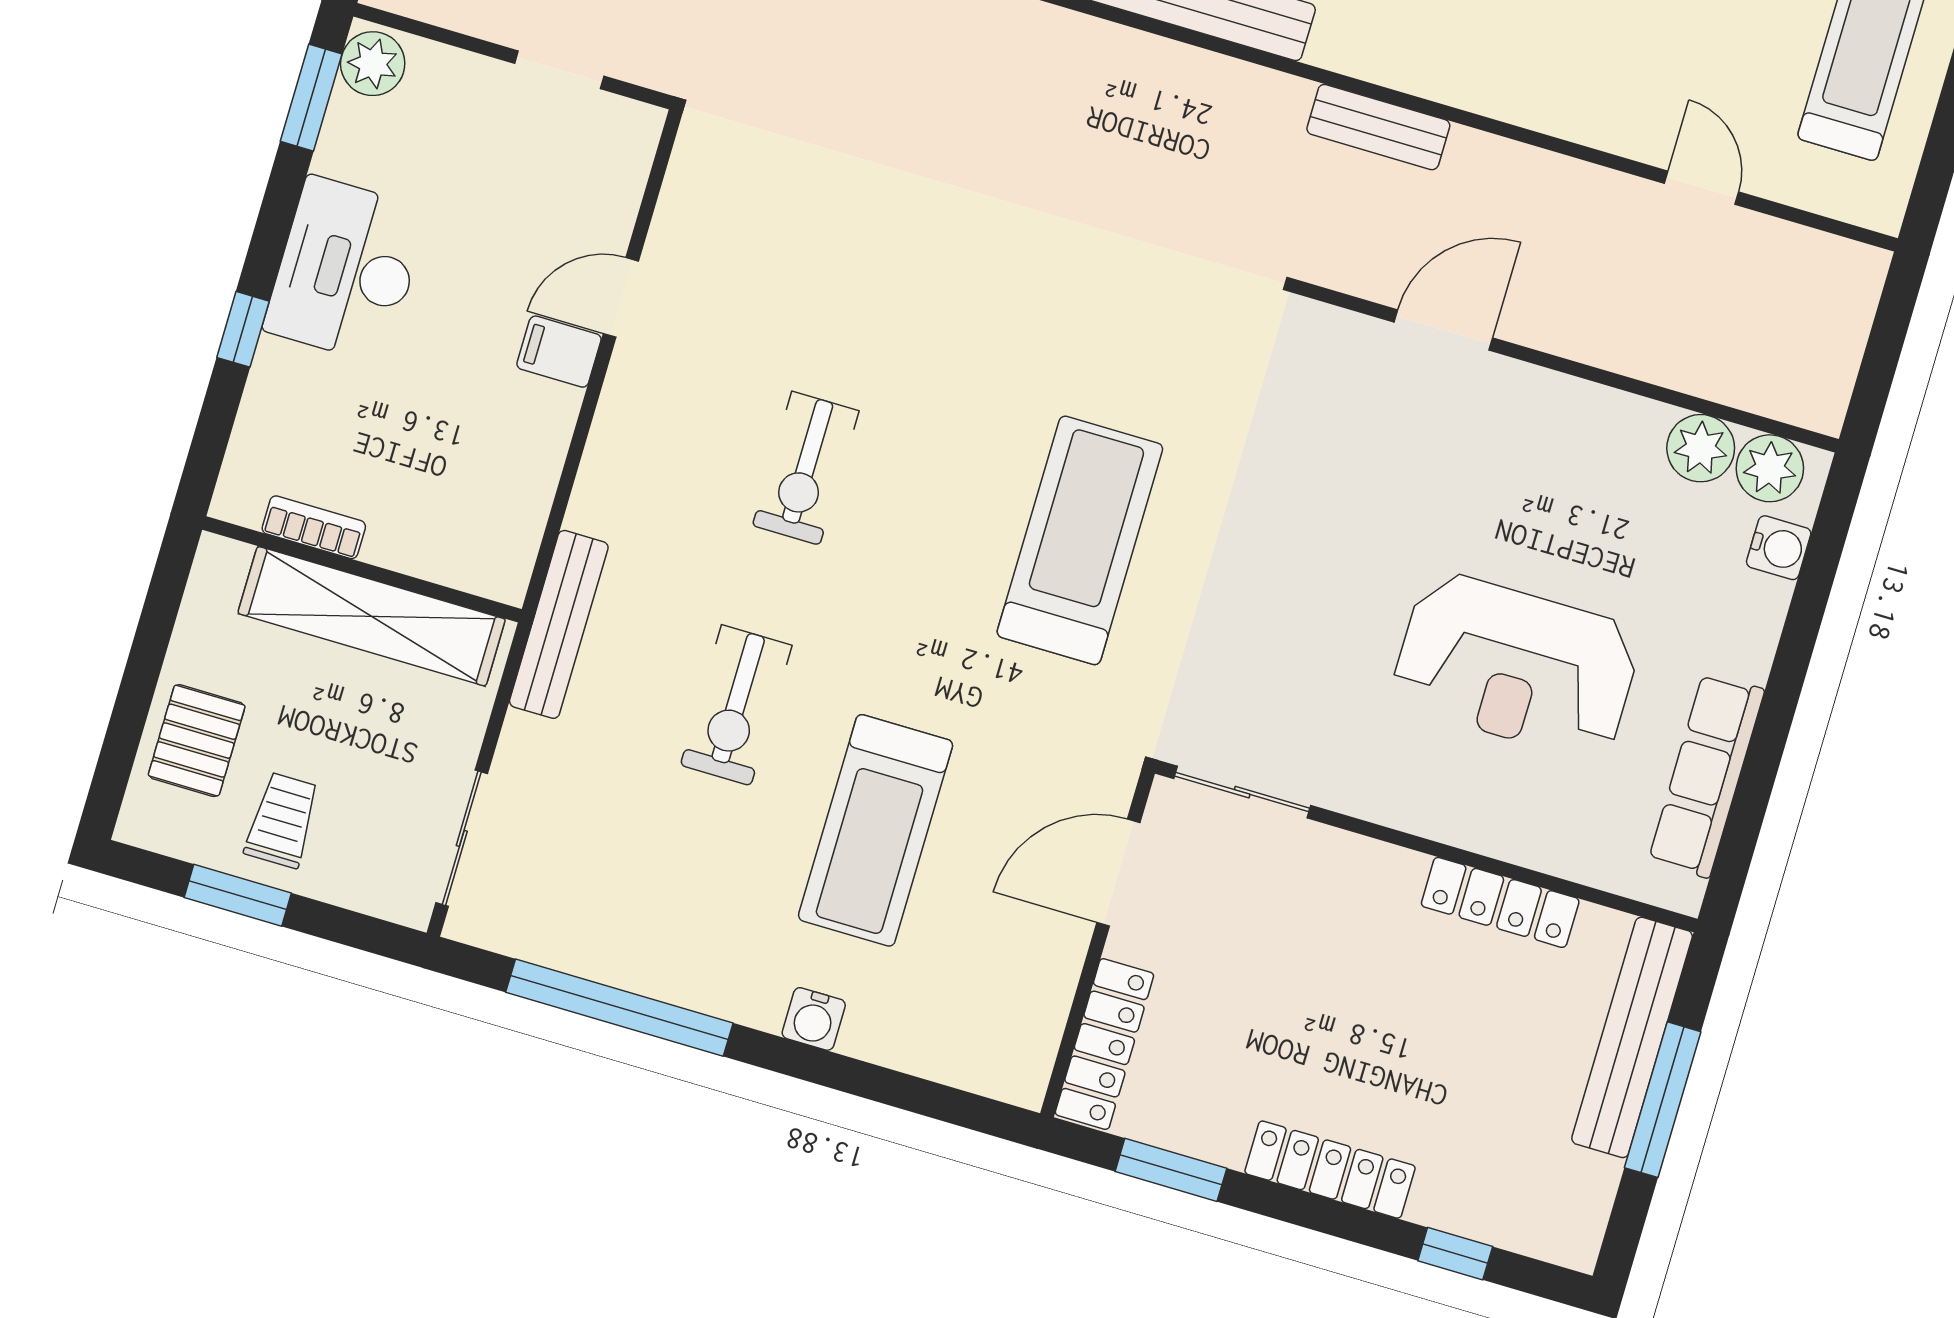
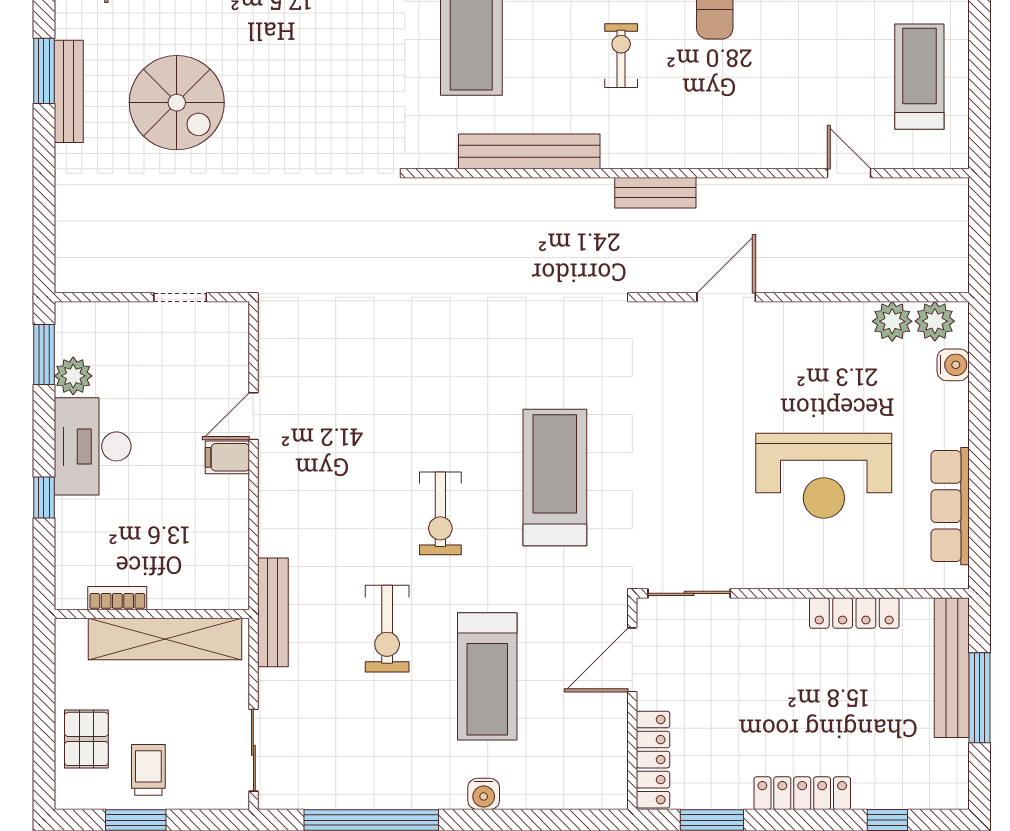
plant: (373, 64) -> (73, 376), moved
exercise bike: (806, 468) -> (440, 513), moved

